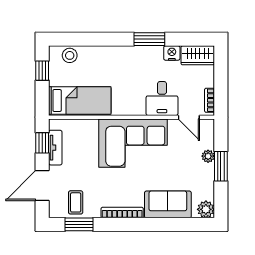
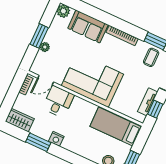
window: (149, 39) -> (38, 142), moved
nightstand: (172, 53) -> (56, 139), moved
door: (189, 117) -> (46, 80), swing flipped

